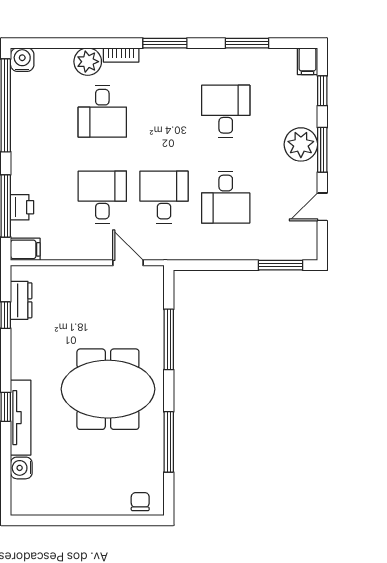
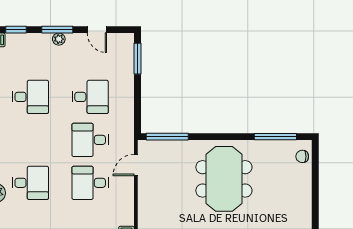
desk: (226, 111) -> (30, 97), turned 180
plant: (301, 144) -> (59, 39), width x0.53, depth x0.53
window: (169, 339) -> (167, 137), moved
window: (169, 442) -> (275, 137), moved

